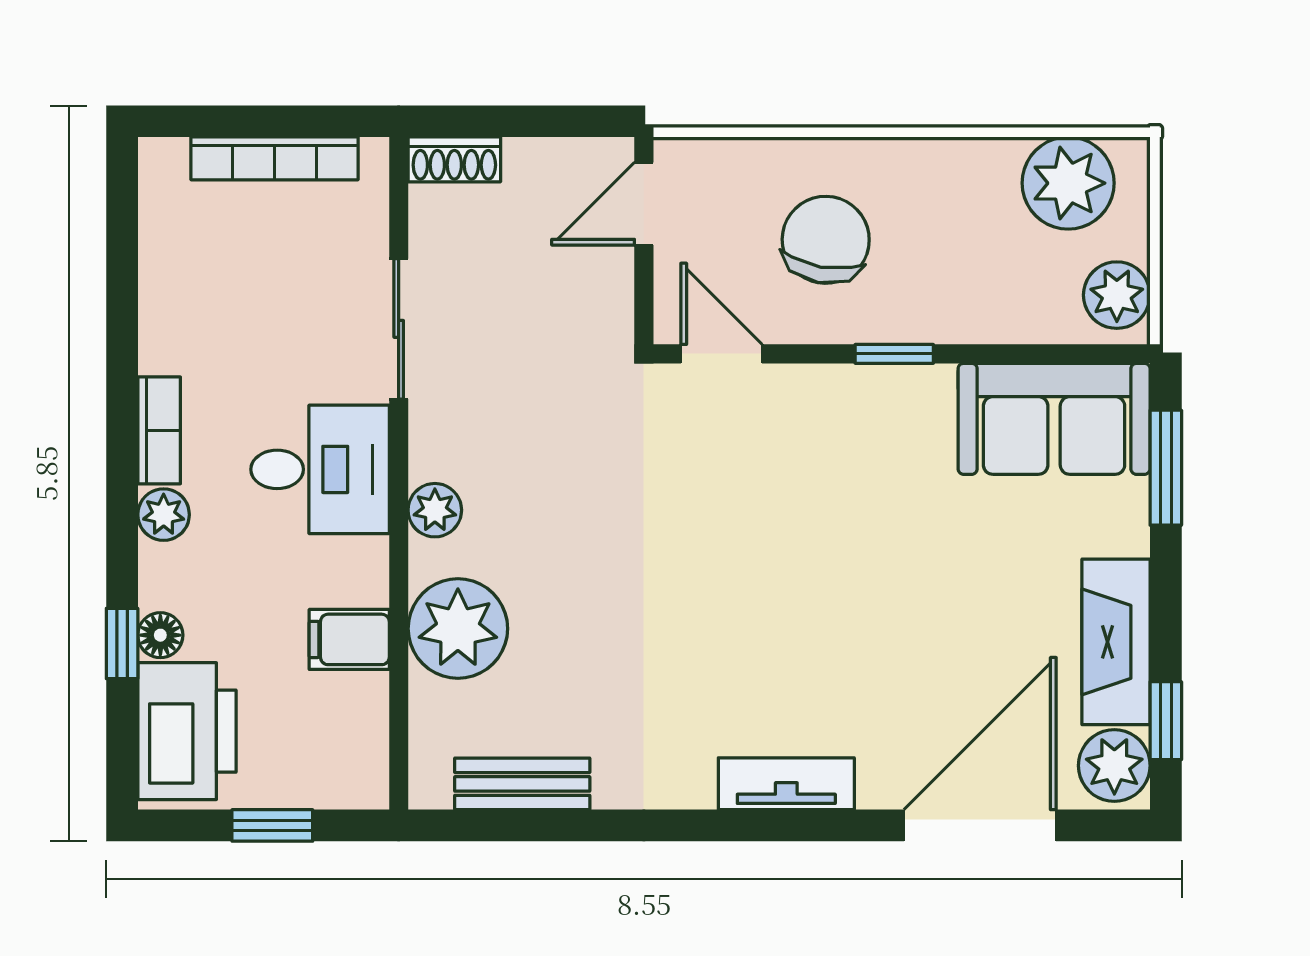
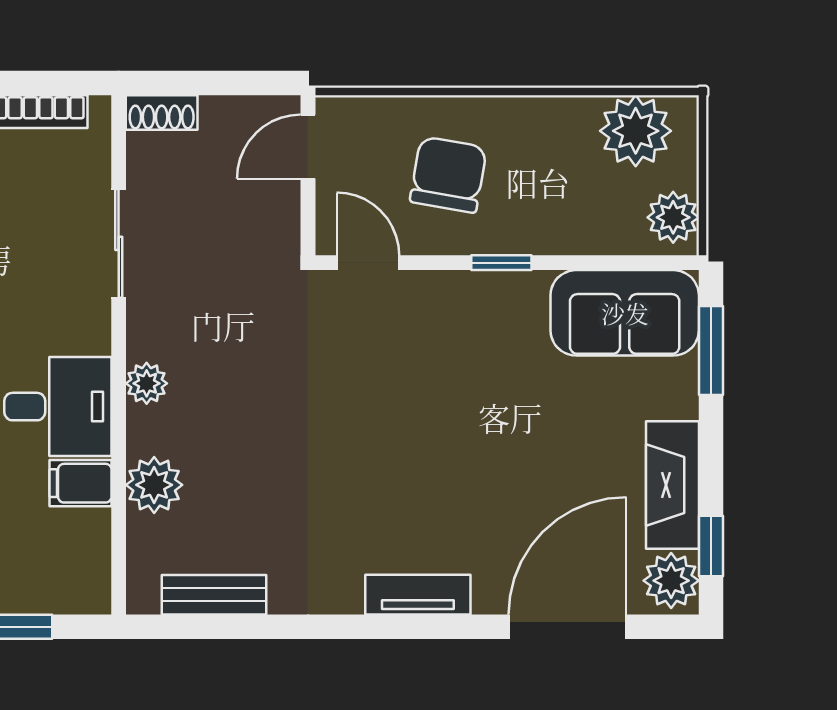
desk: (320, 469) -> (58, 407), moved
plant: (458, 629) -> (154, 485), width x0.73, depth x0.73

